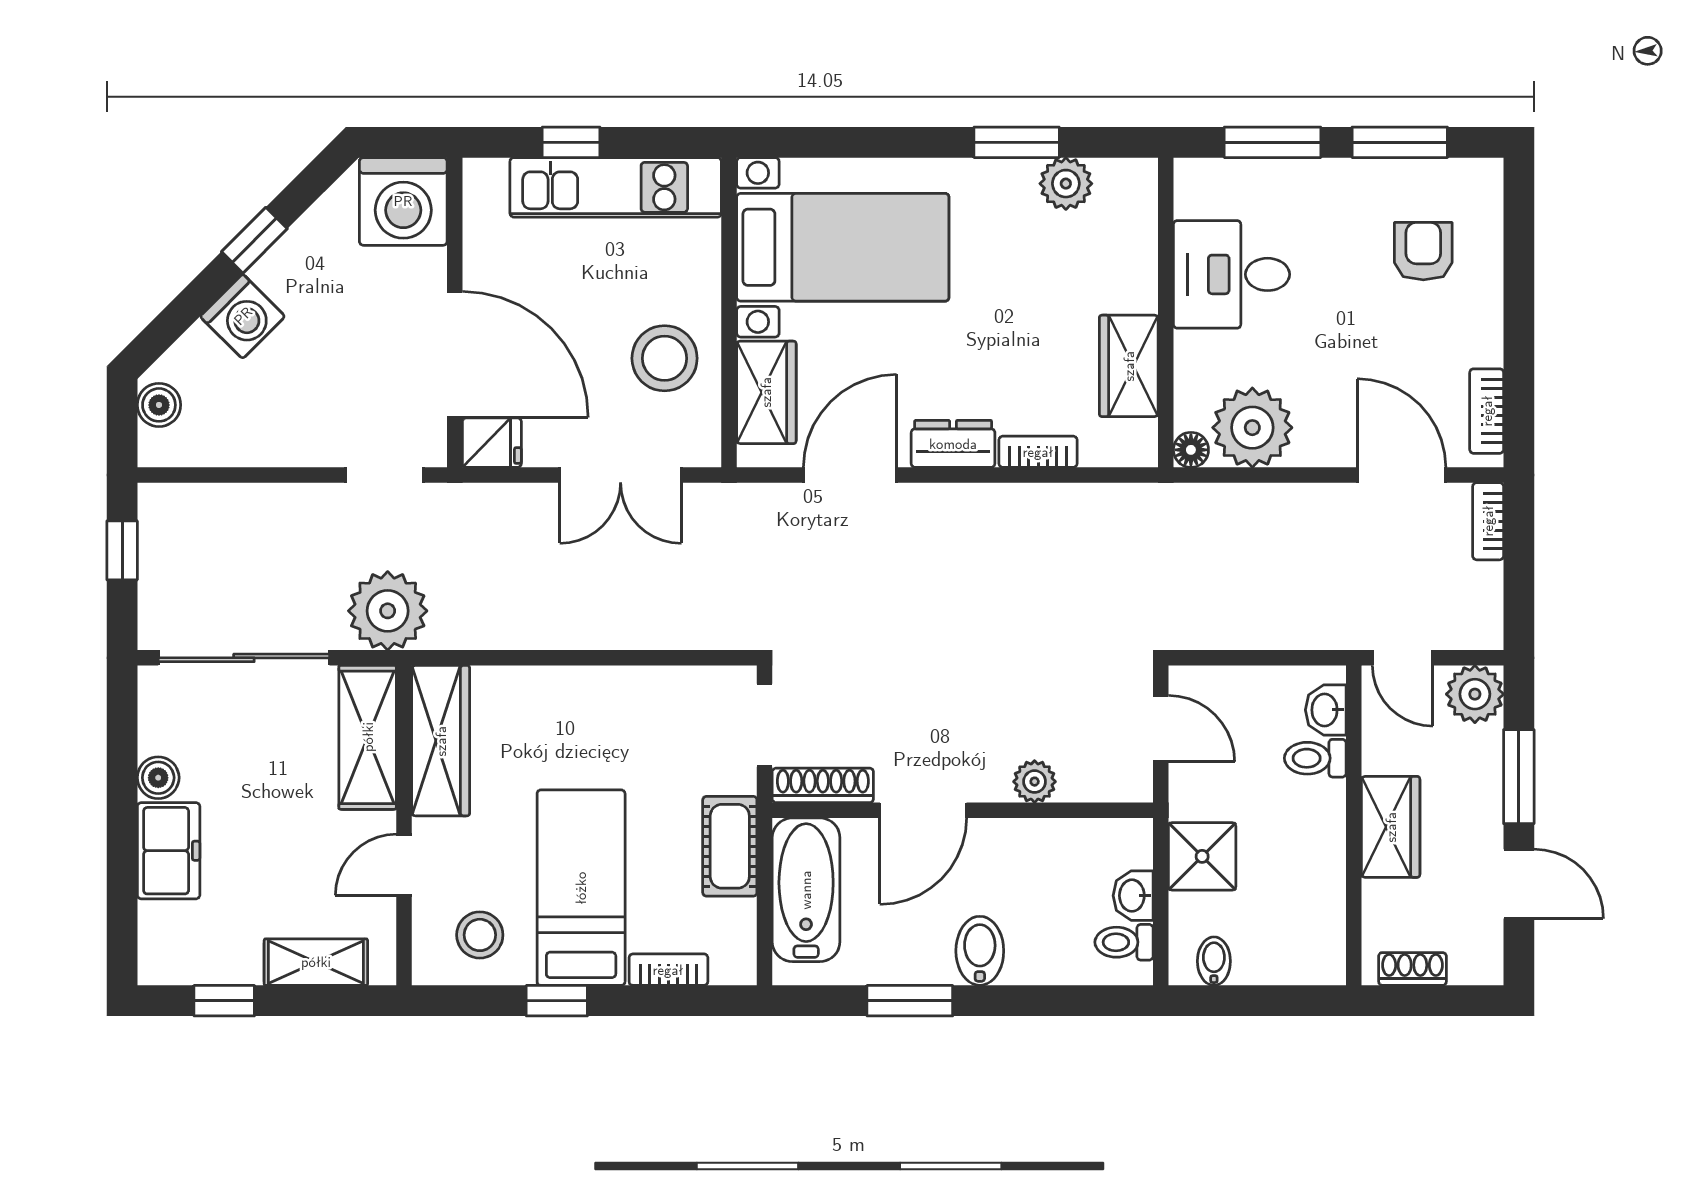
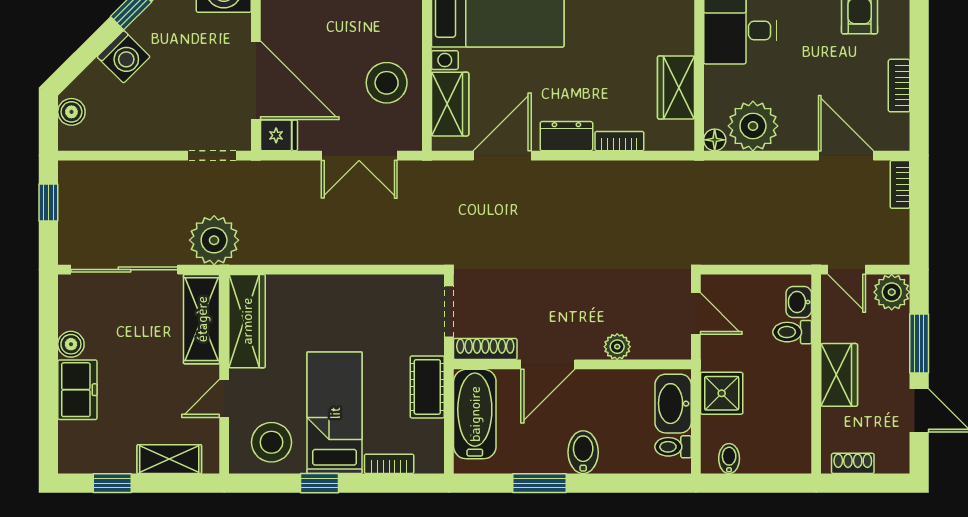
bookcase: (1487, 411) -> (899, 86), moved
washbasin: (1133, 896) -> (673, 404), width x1.91, depth x1.45
stool: (480, 935) -> (271, 442), width x1.38, depth x1.38

